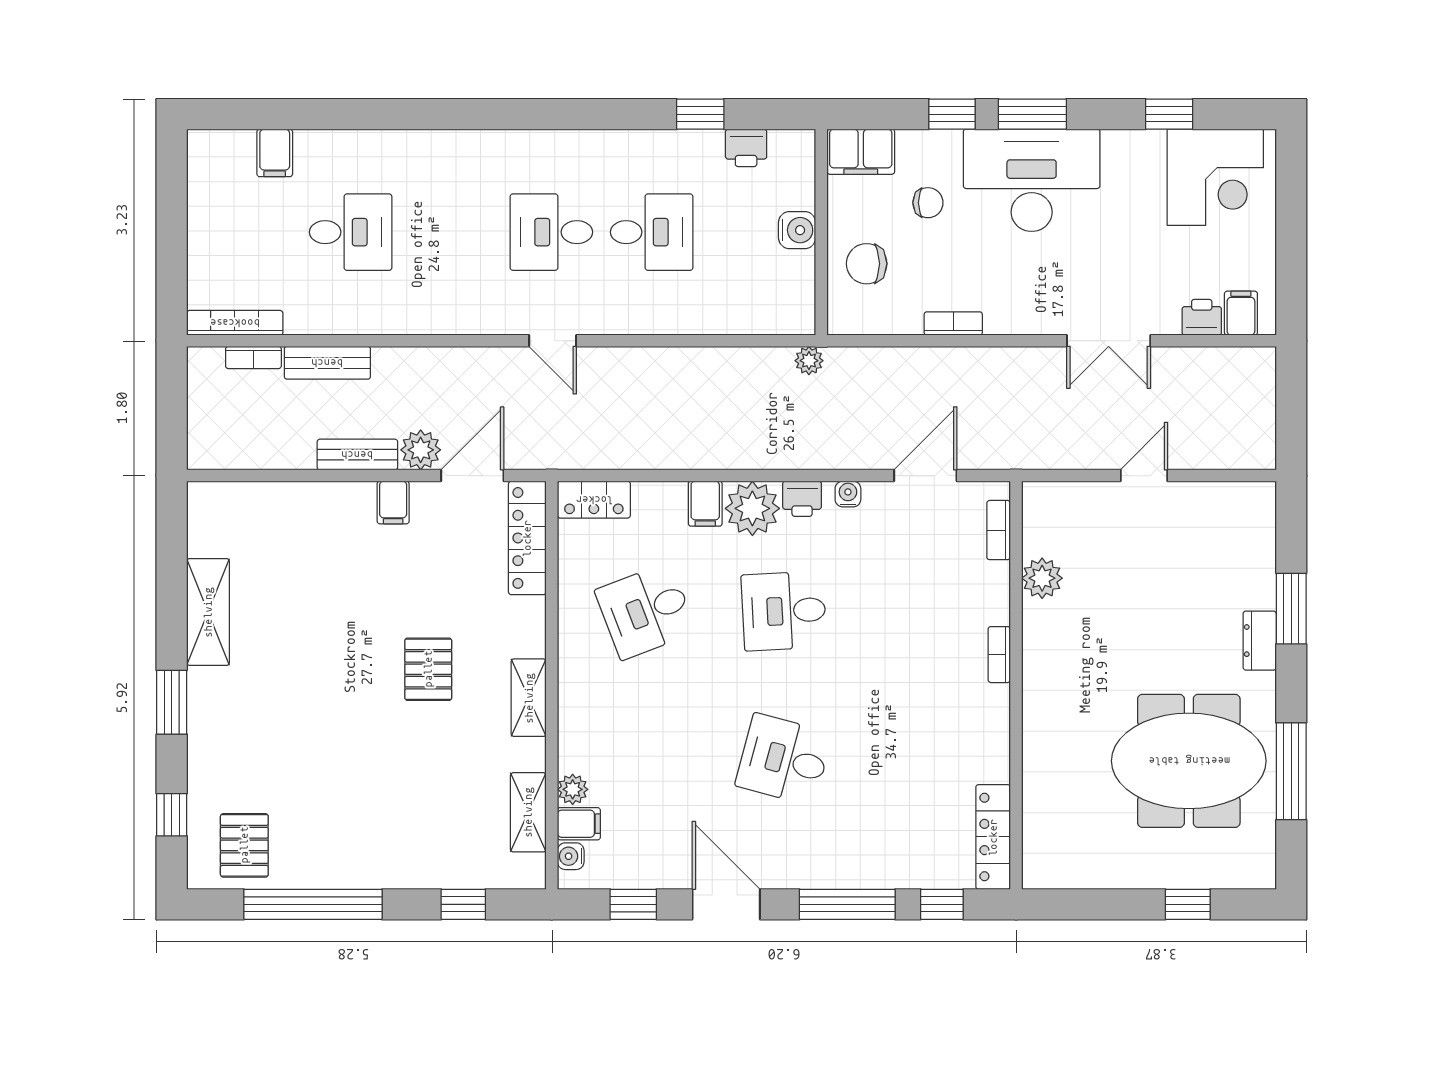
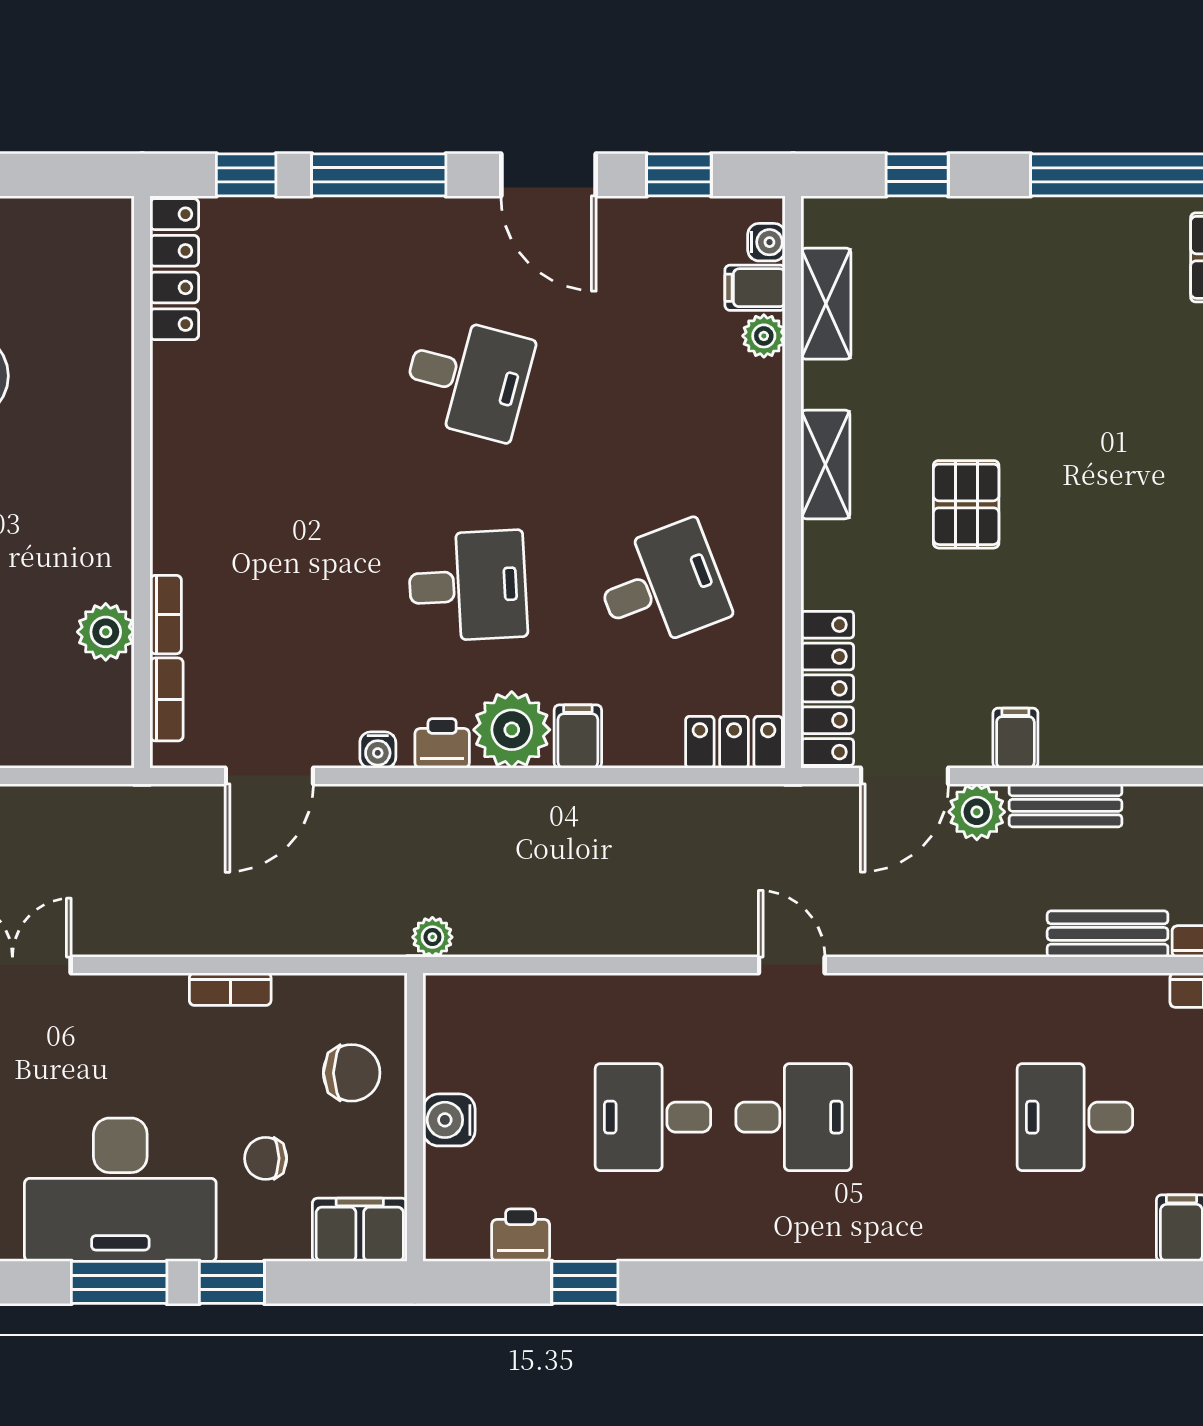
bookcase: (999, 655) -> (166, 615), moved

